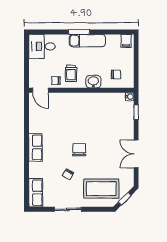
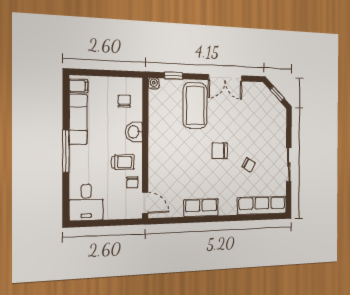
window: (79, 32) -> (66, 151), width x1.44
exam couch: (87, 41) -> (78, 119), moved
door: (40, 90) -> (145, 203), hinge flipped
row of seats: (35, 147) -> (201, 208), moved
coffee table: (101, 189) -> (195, 105), moved
row of seats: (36, 193) -> (262, 205), width x1.48

